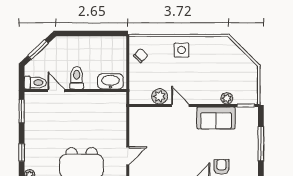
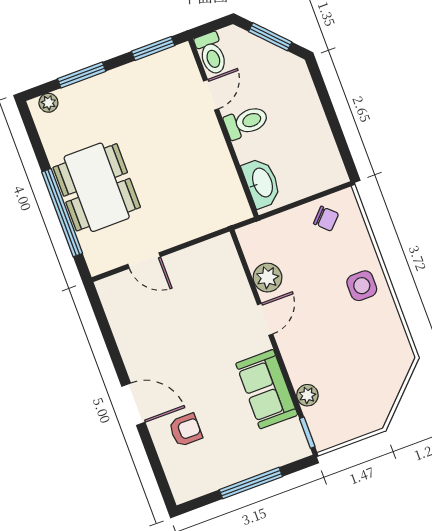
window: (22, 153) -> (82, 75), width x1.50

